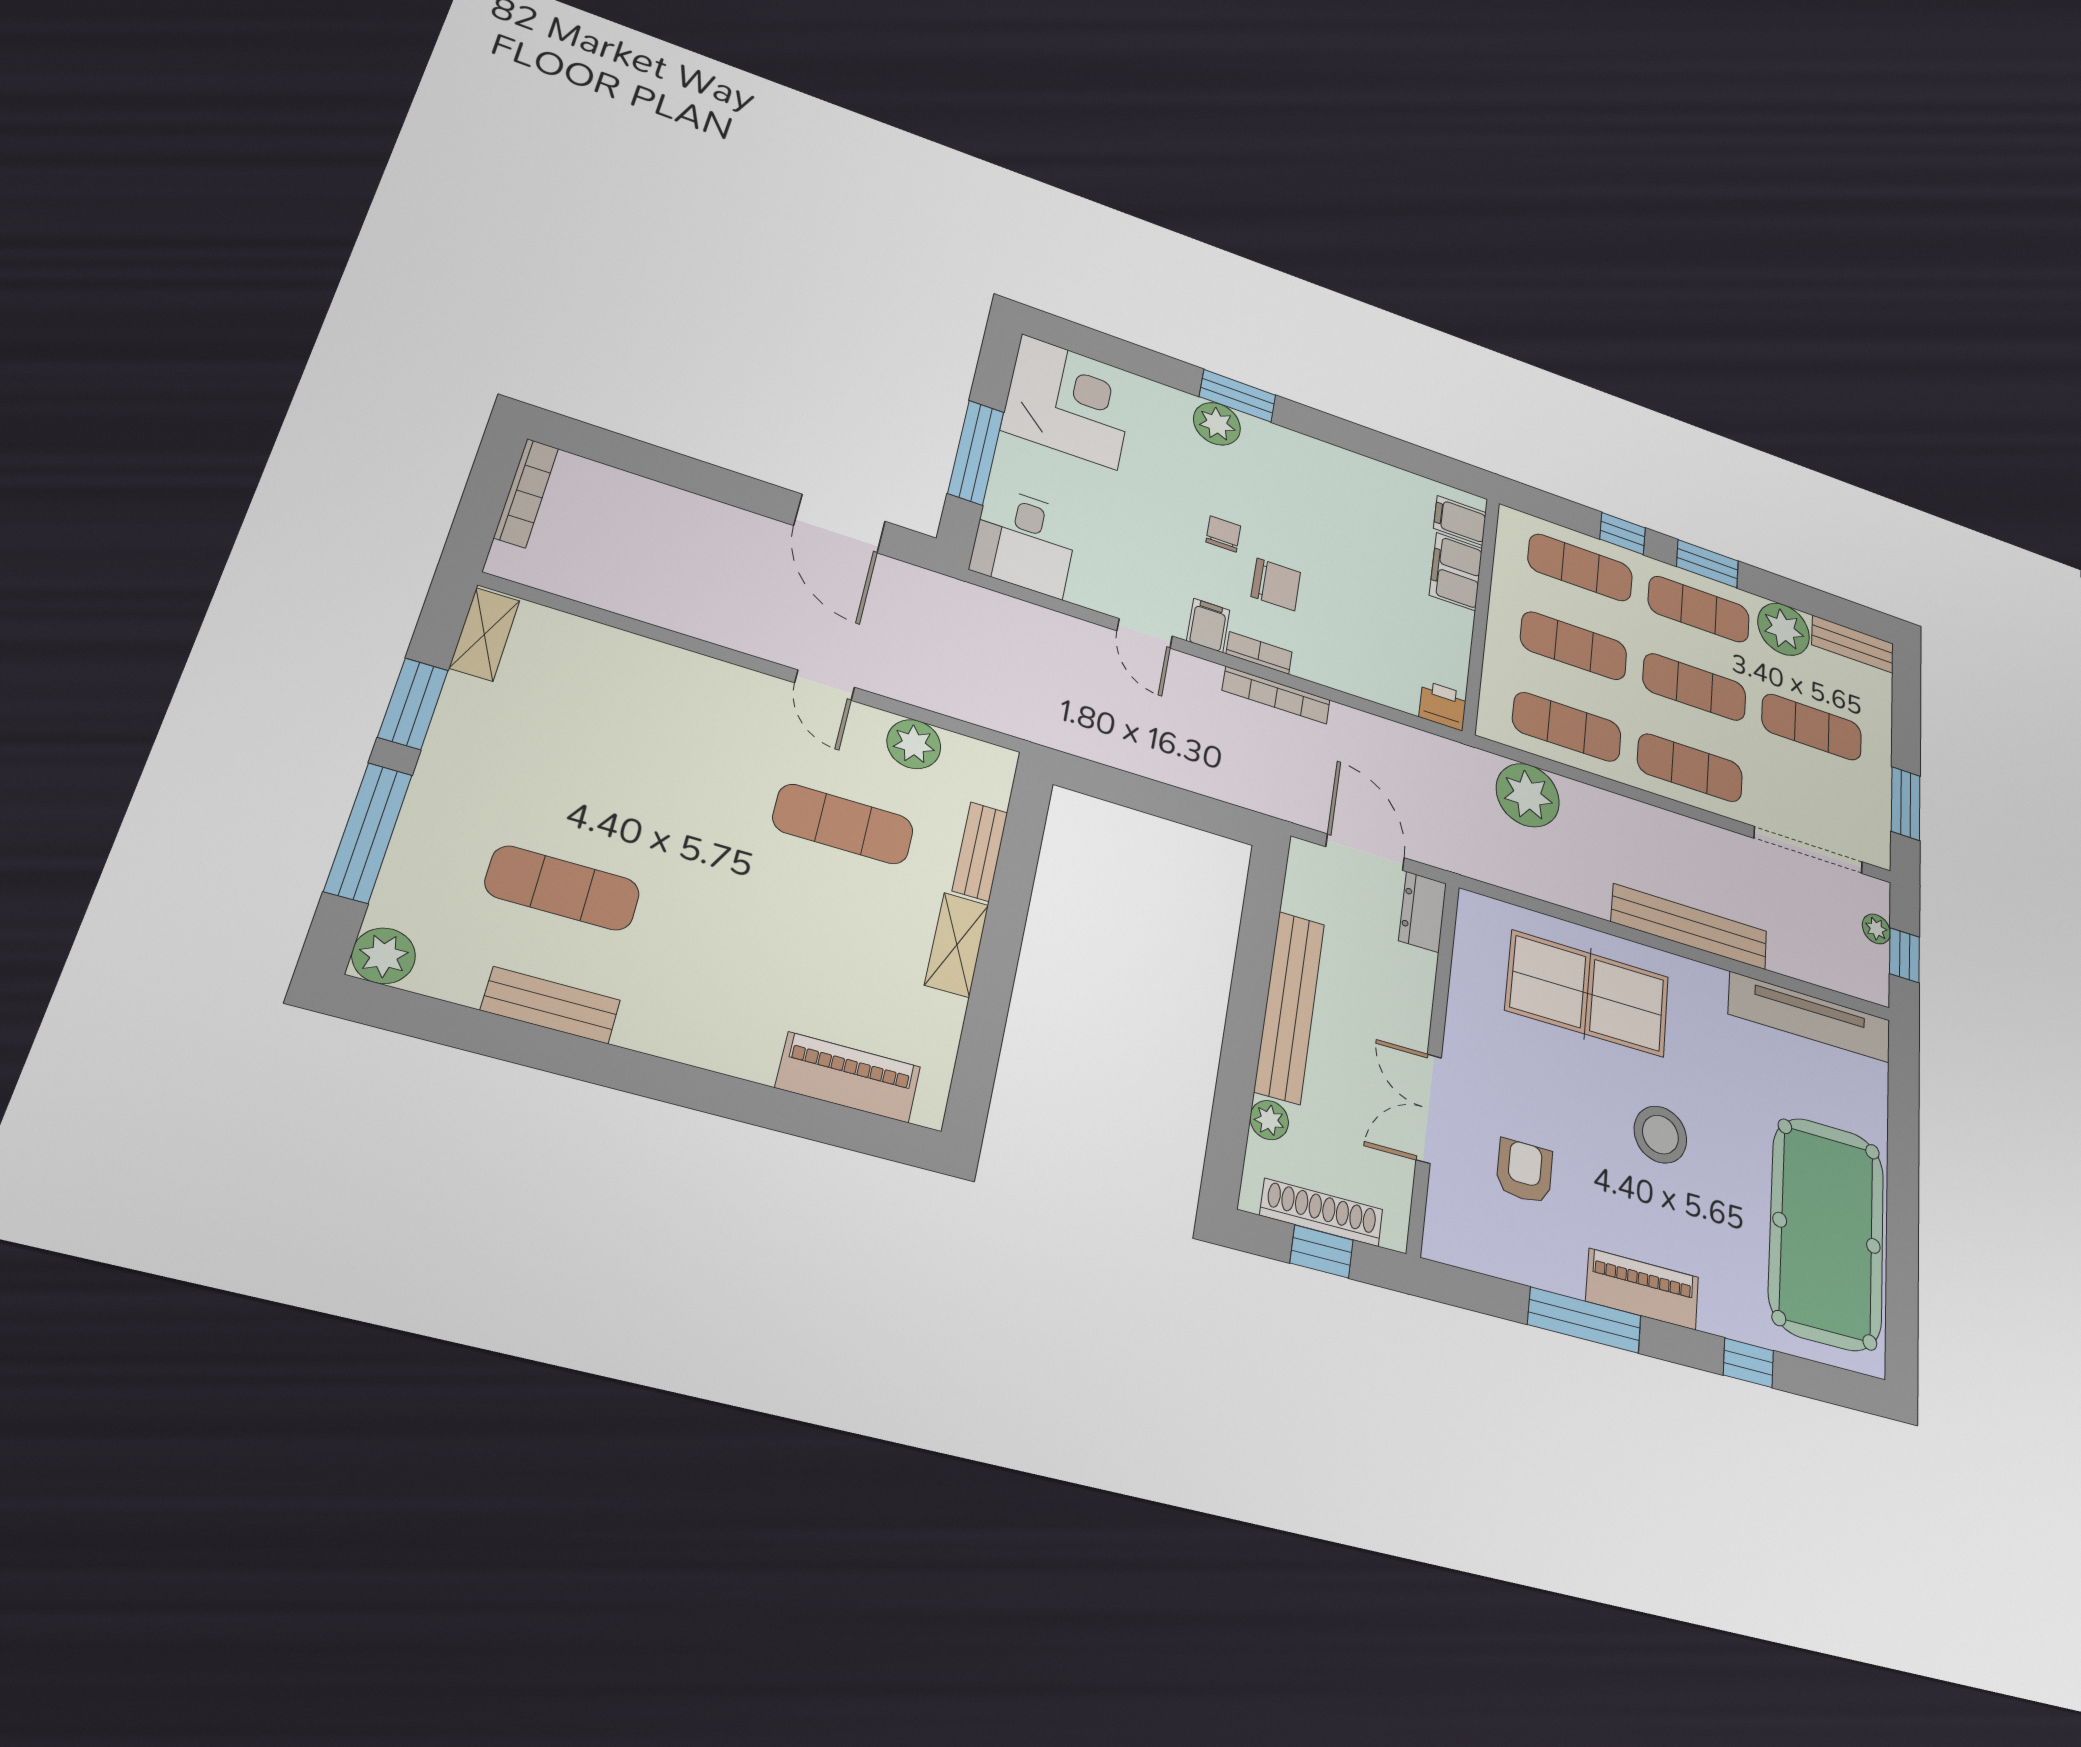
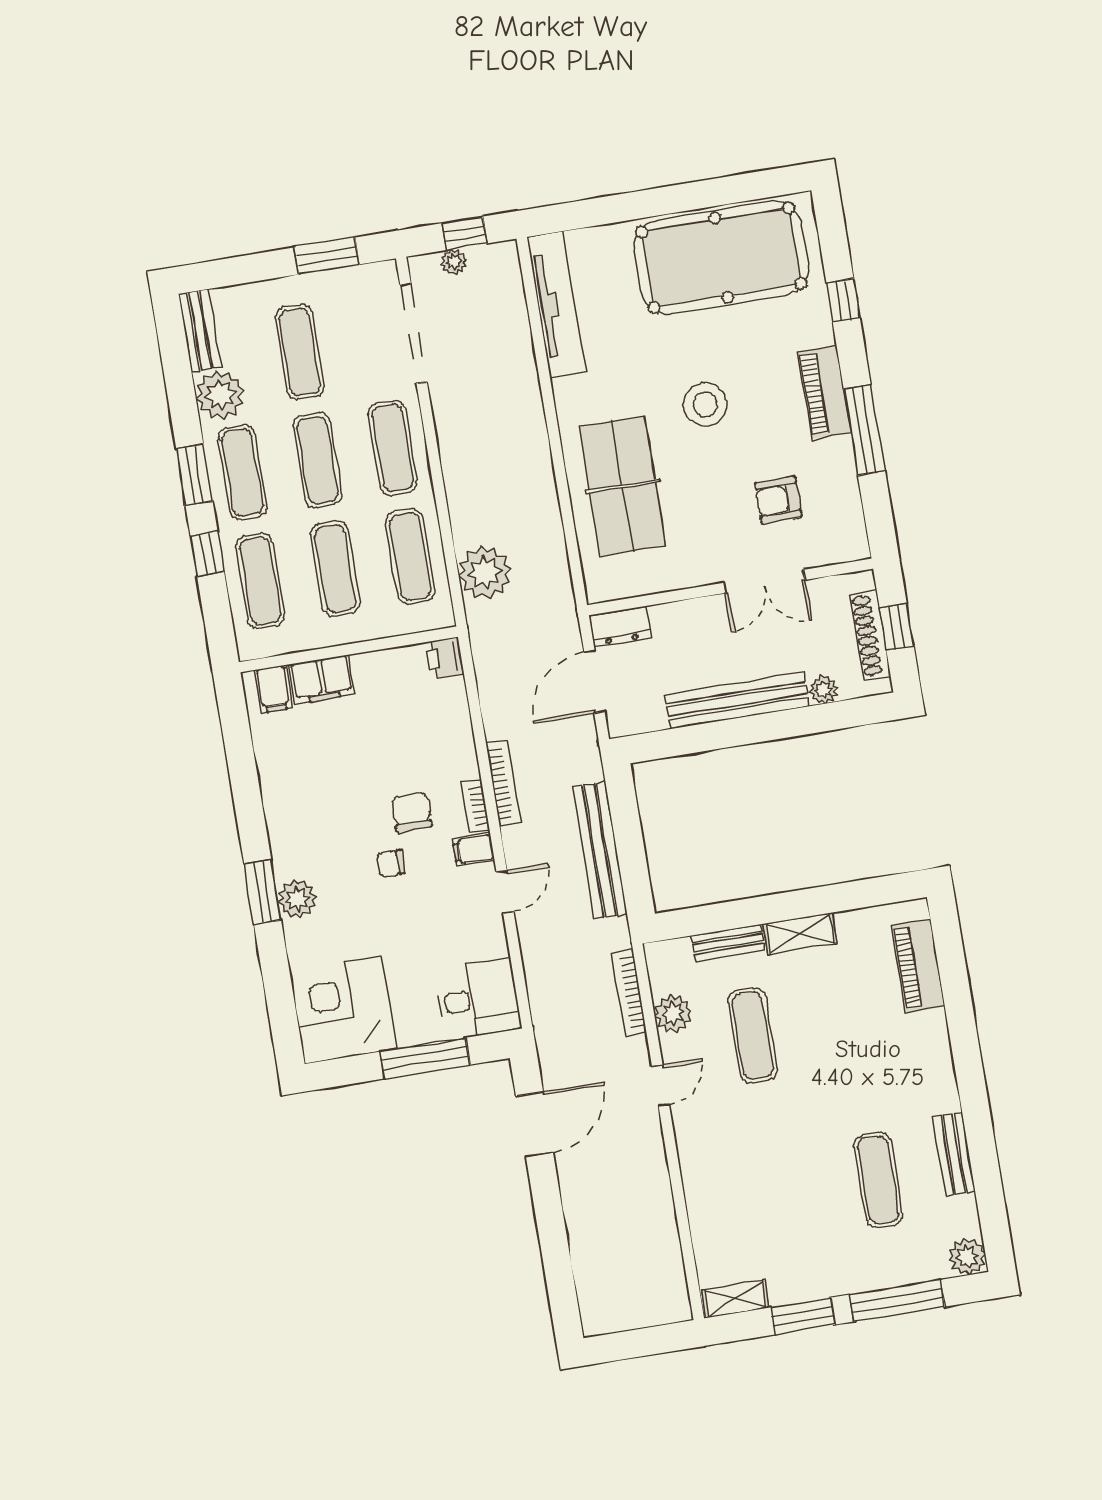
bookcase: (526, 493) -> (629, 993), moved, turned -90
bench: (1690, 927) -> (600, 850), moved

